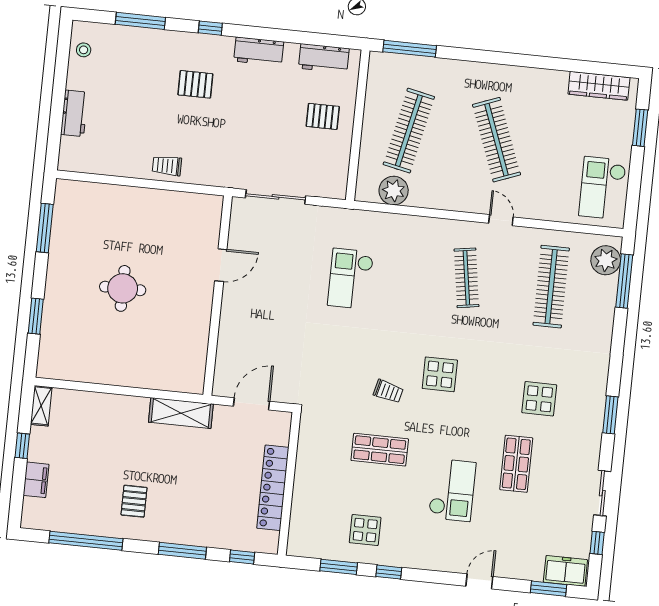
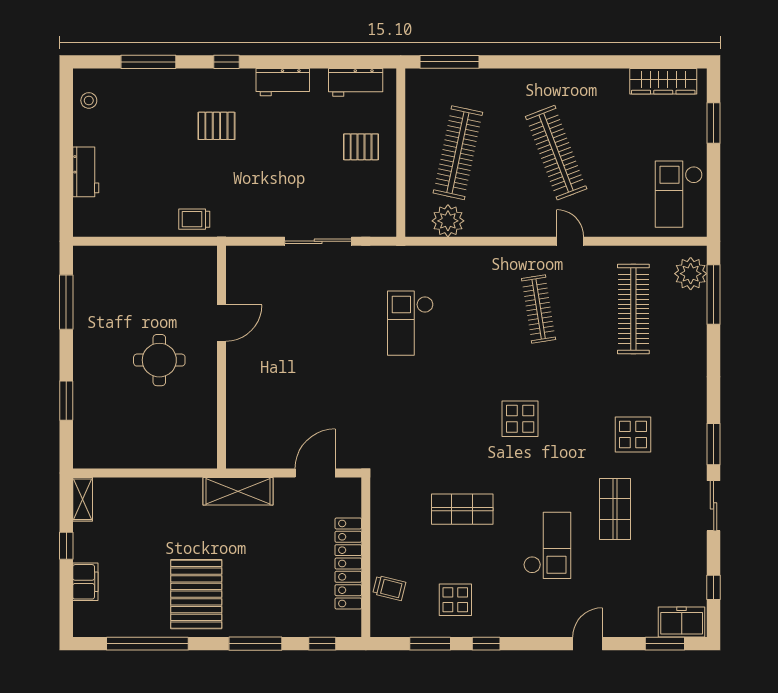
door: (221, 265) -> (221, 323), moved
wall: (218, 296) -> (221, 357), moved
trolley: (388, 391) -> (389, 588), moved
sliding door: (602, 493) -> (714, 506), moved
pallet: (134, 501) -> (196, 594), width x2.05, depth x2.00

